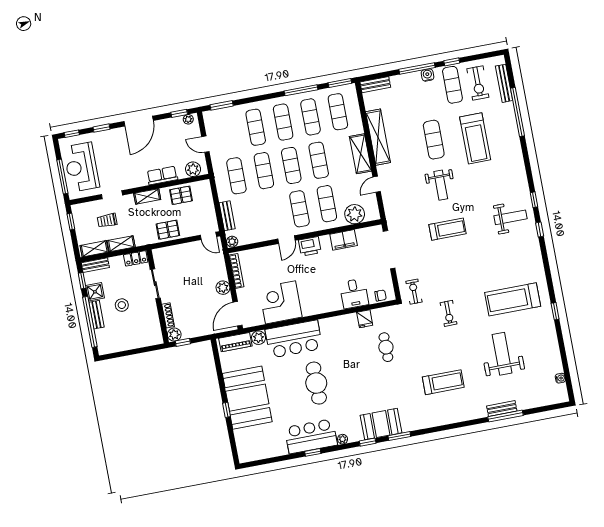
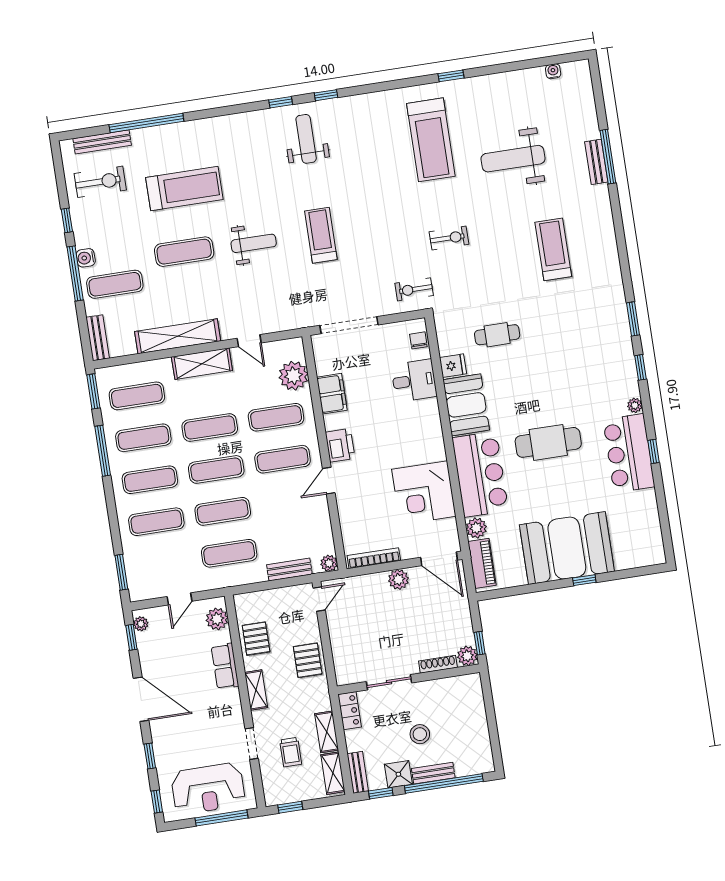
exercise mat: (452, 85) -> (115, 284), moved
door: (286, 240) -> (329, 481), swing flipped
booth: (381, 424) -> (466, 405), moved

